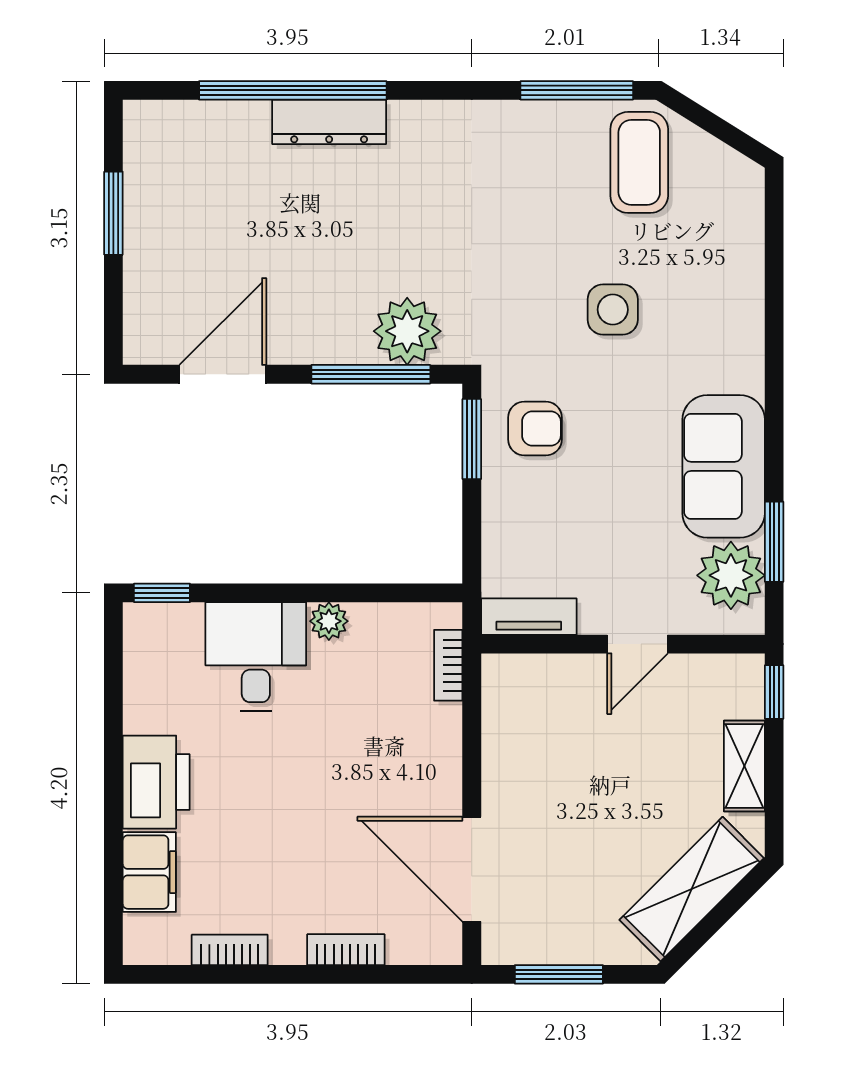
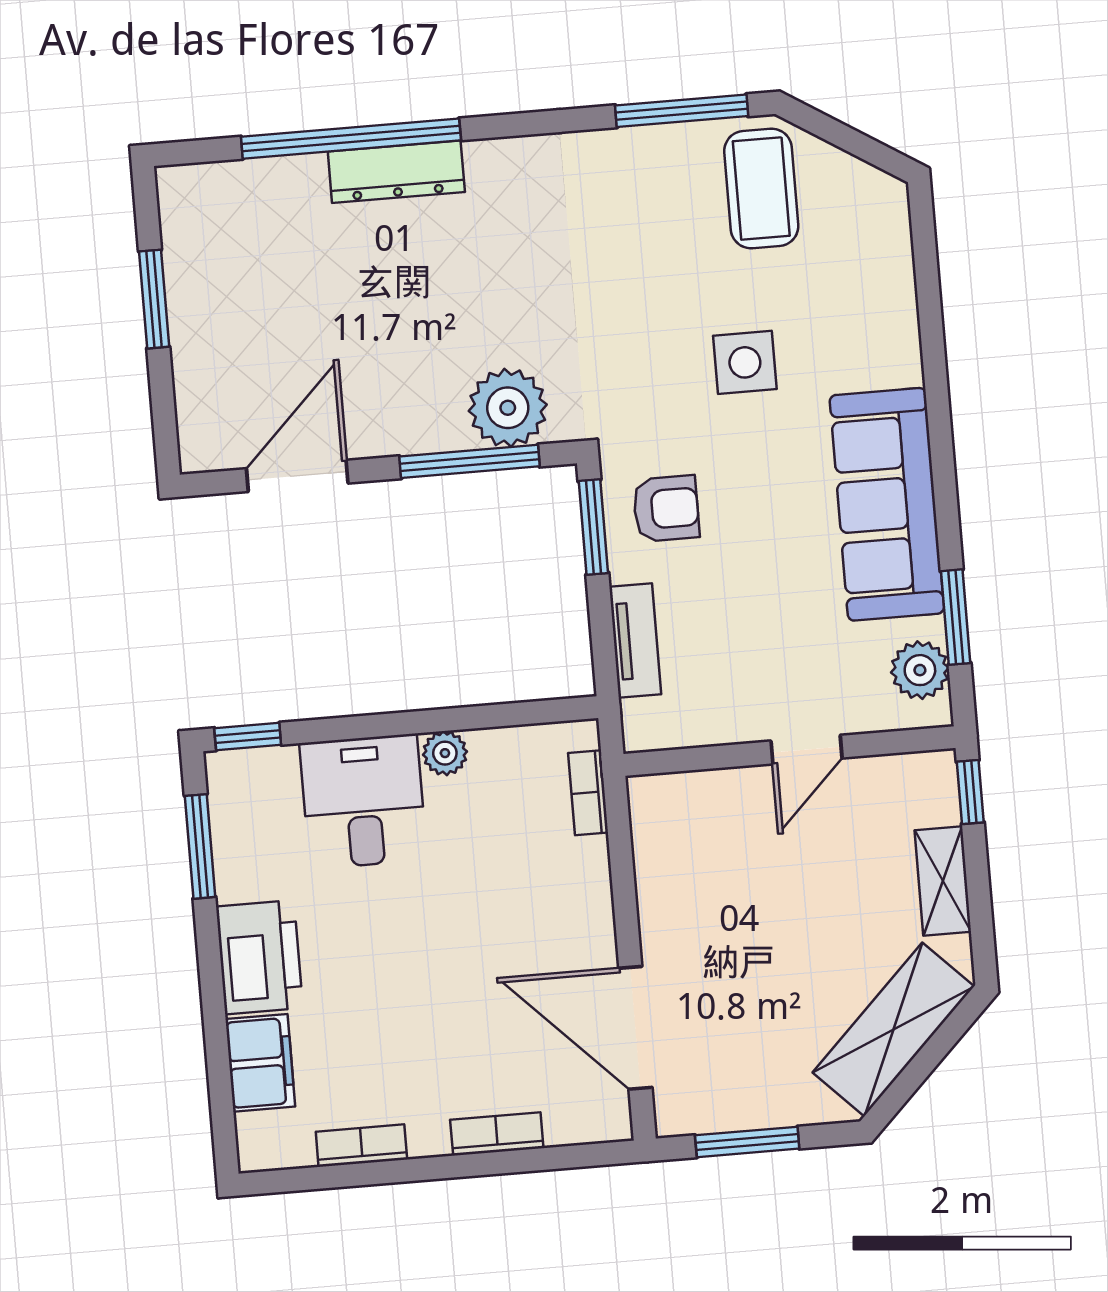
sofa: (724, 466) -> (887, 504), width x1.36
plant: (731, 575) -> (920, 670), width x0.73, depth x0.73
tv unit: (529, 617) -> (635, 640), moved, turned 90
window: (113, 683) -> (200, 846), added

